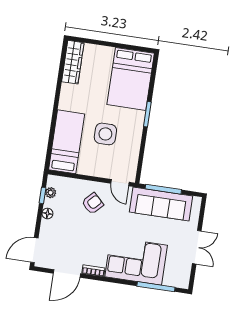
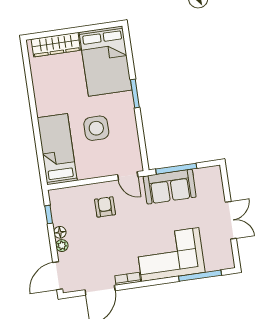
wardrobe: (73, 62) -> (56, 45), moved, turned 90
plant: (51, 193) -> (62, 246), moved
armchair: (93, 203) -> (105, 207), turned -44
sofa: (161, 204) -> (170, 187), width x0.73

